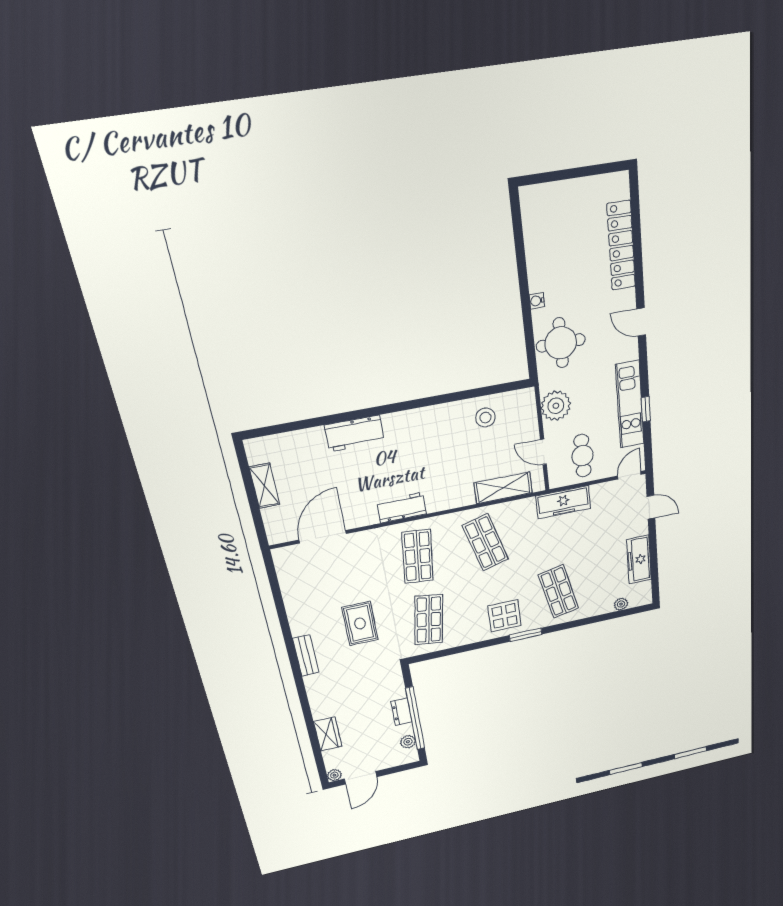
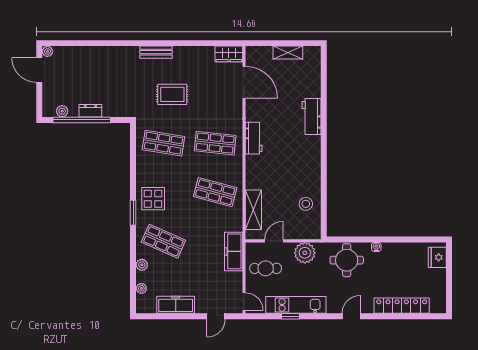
fridge: (543, 198) -> (437, 257), added
shop shelf: (485, 542) -> (215, 192), turned 30
shop shelf: (558, 592) -> (163, 241), turned 36
plant: (591, 610) -> (142, 265), added
wardrobe: (328, 734) -> (229, 54), moved

